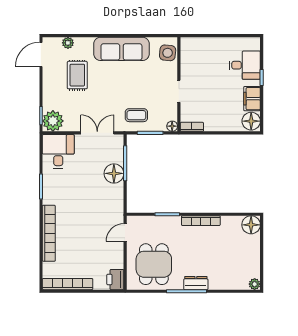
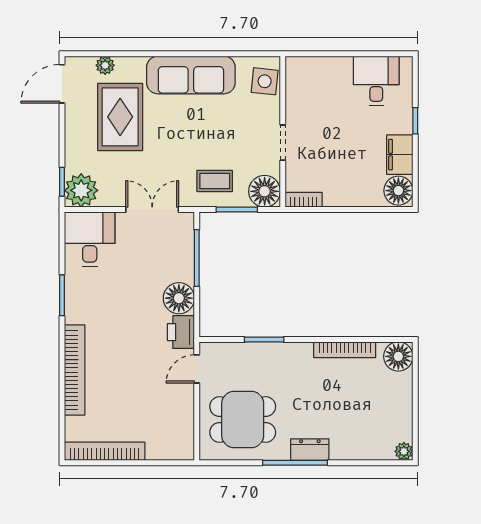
desk: (245, 65) -> (376, 81), moved, turned -90
rug: (77, 75) -> (120, 117), width x1.36, depth x1.43
floor lamp: (172, 126) -> (265, 191), width x1.89, depth x1.89
floor lamp: (114, 173) -> (179, 298), moved
bookcase: (201, 221) -> (345, 350), moved
dining table: (154, 264) -> (243, 420), turned 90
printer: (115, 280) -> (181, 332), moved

